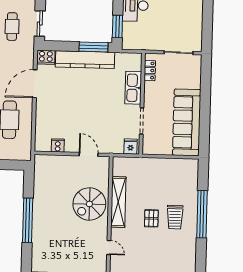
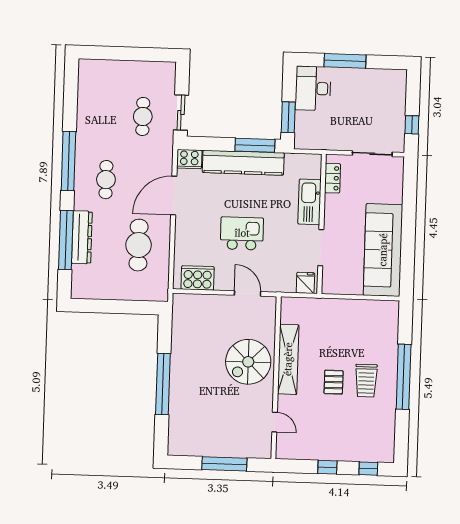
window: (207, 32) -> (412, 125), added
kitchen island: (84, 111) -> (242, 233), added
cooker: (58, 146) -> (198, 278), width x1.87, depth x1.31

